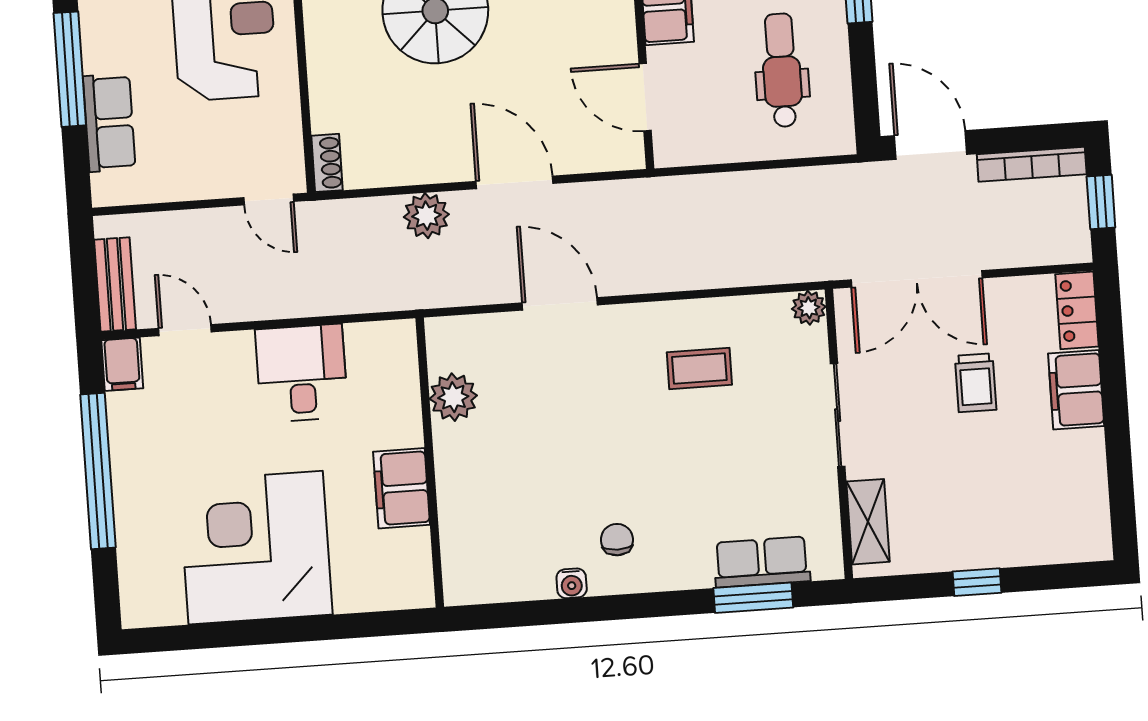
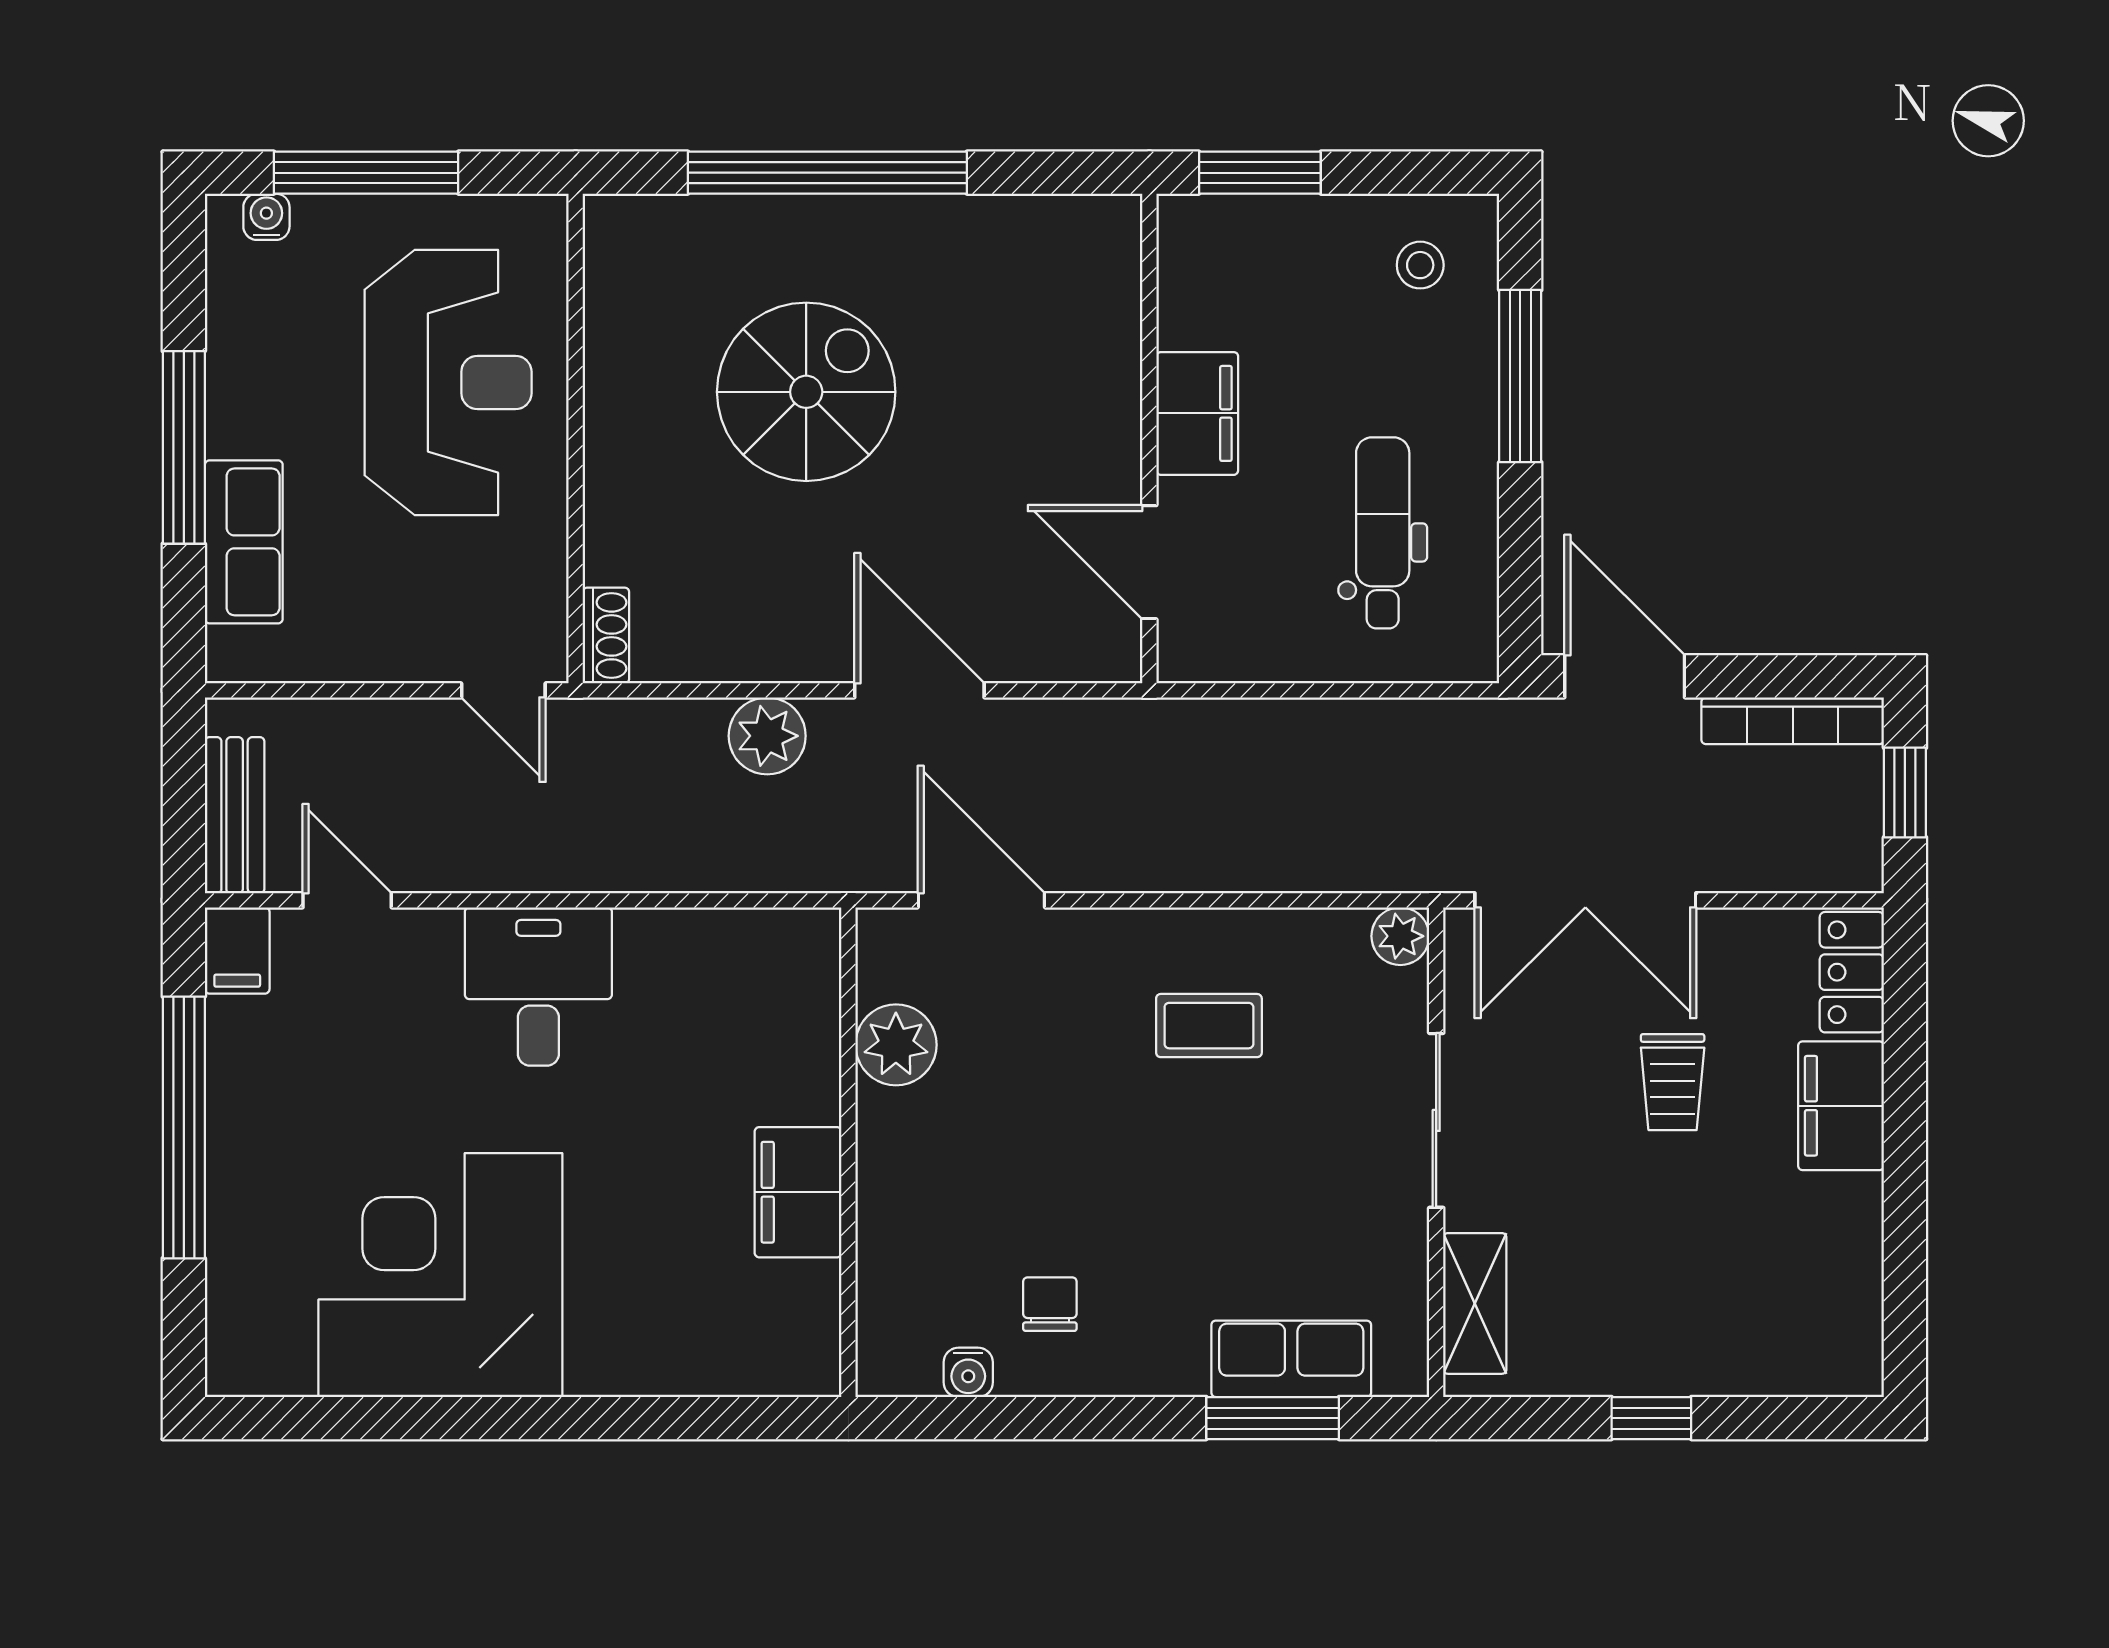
plant: (453, 397) -> (896, 1045), moved
wall: (430, 462) -> (848, 1152), moved
filing cabinet: (402, 488) -> (798, 1192), moved

